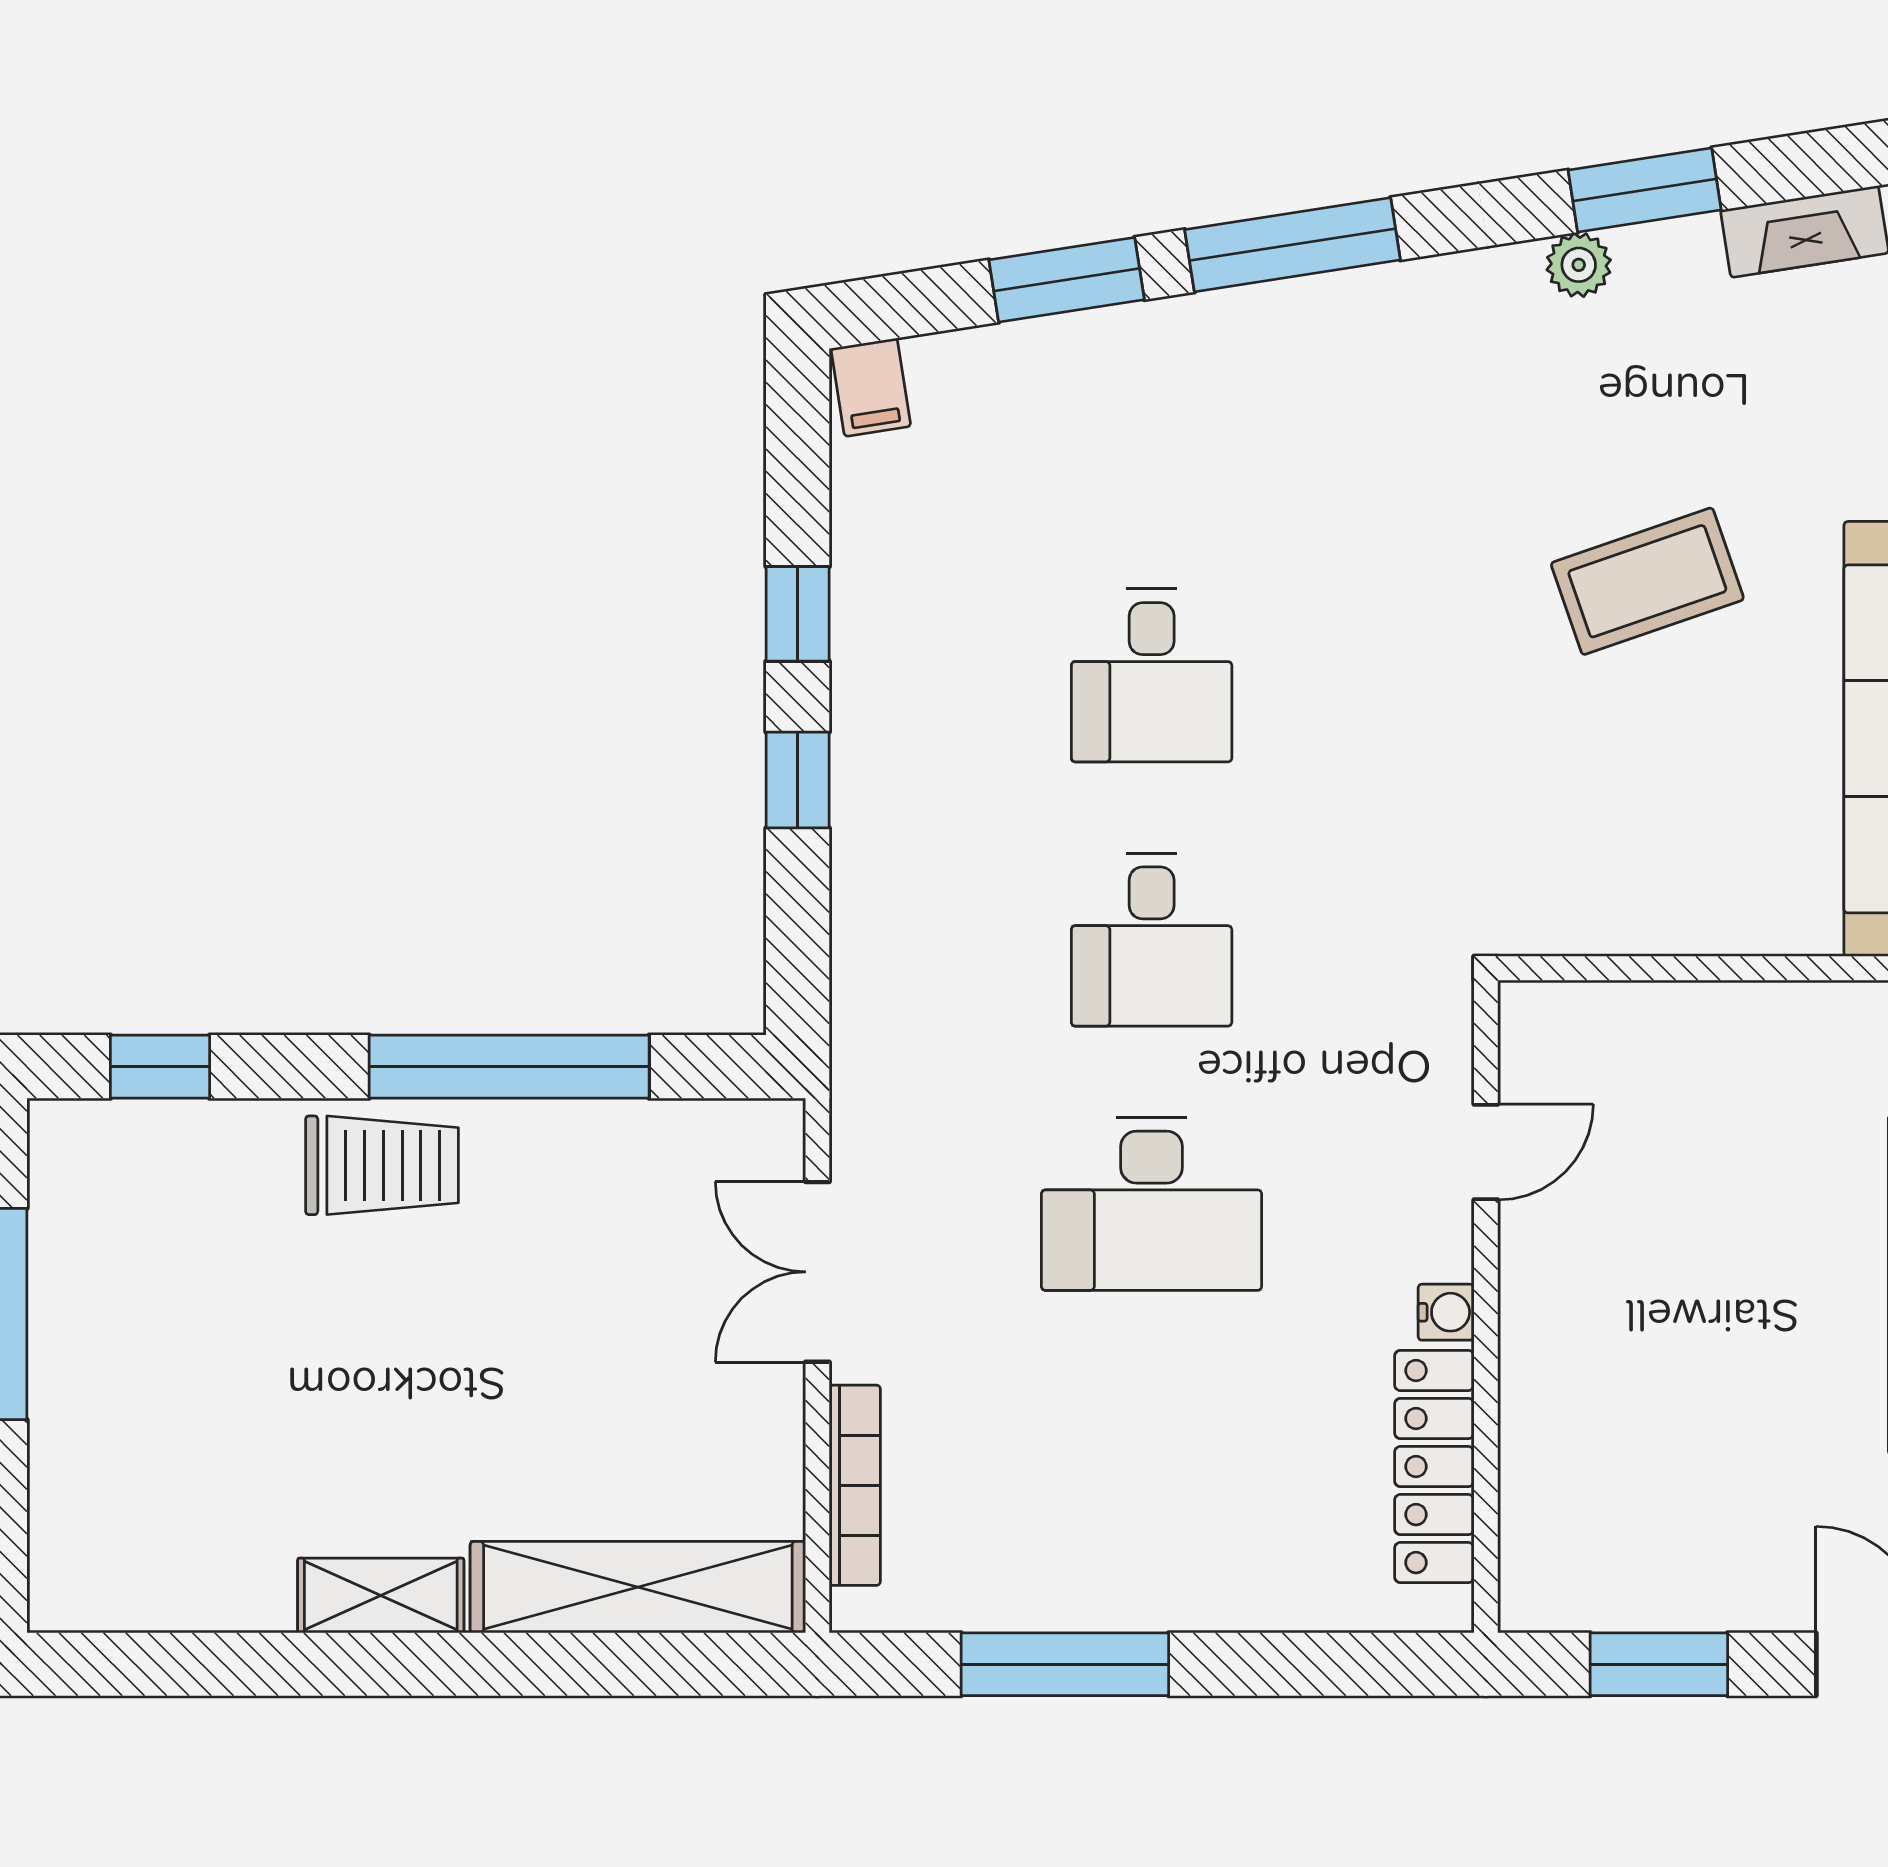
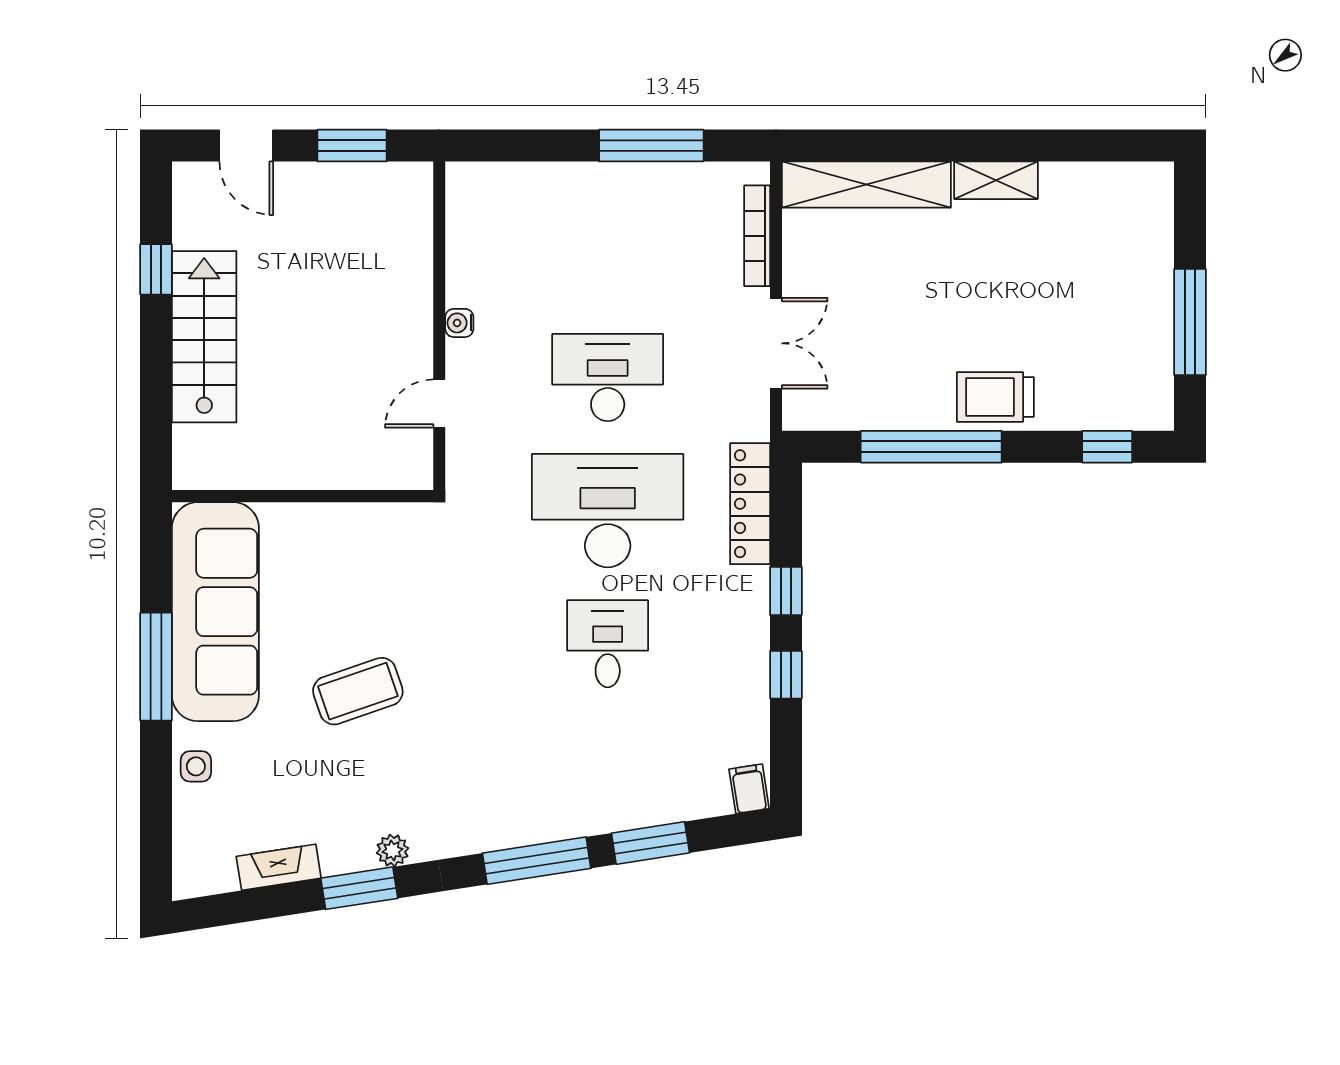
desk: (1152, 940) -> (608, 511), width x1.87, depth x1.30
locker: (1434, 1467) -> (750, 504), moved, turned 180

